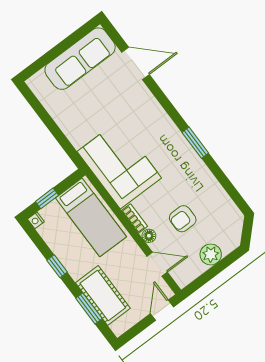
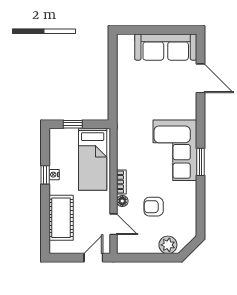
corner sofa: (119, 165) -> (175, 150), moved, turned 180
nightstand: (36, 220) -> (54, 175), moved
plant: (211, 254) -> (168, 245), moved
window: (89, 308) -> (45, 219), removed

